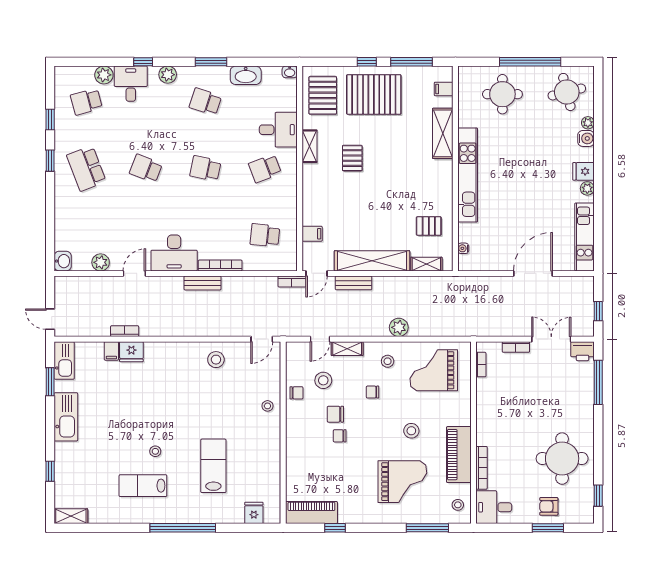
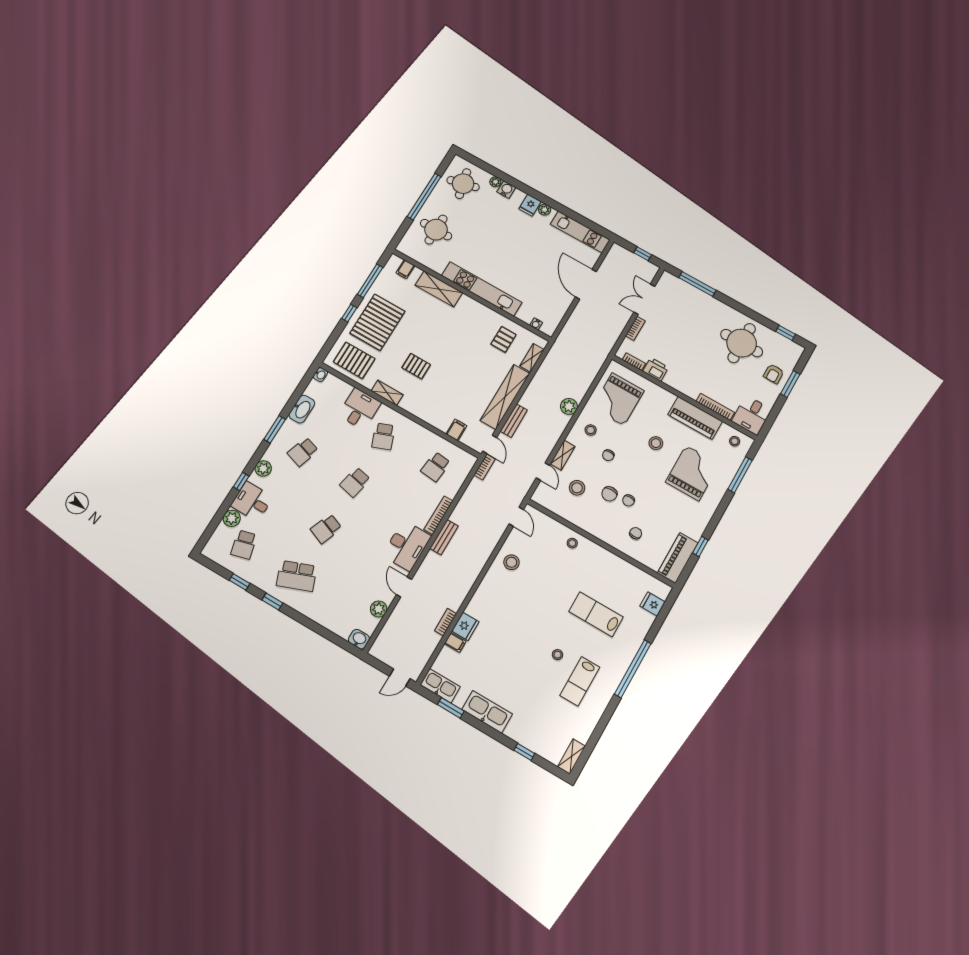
printer: (583, 351) -> (656, 369), moved, turned -90
chair: (296, 393) -> (636, 533), moved

